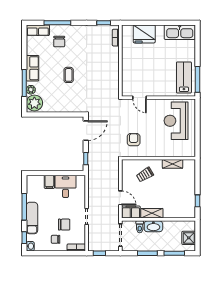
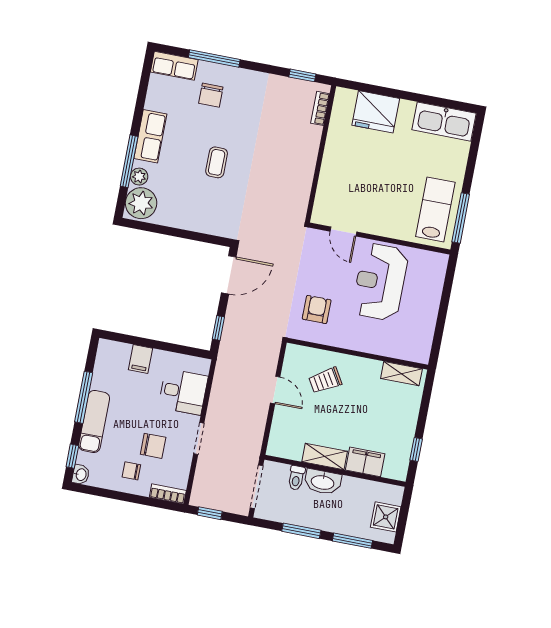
reception desk: (176, 121) -> (380, 282), moved
shelving: (173, 164) -> (401, 374), moved
desk: (66, 186) -> (183, 392), moved, turned 90
door: (120, 198) -> (275, 390), moved
filing cabinet: (131, 212) -> (365, 462), moved

